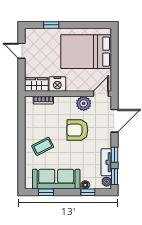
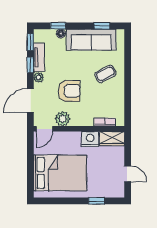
plant: (107, 182) -> (39, 77), moved

